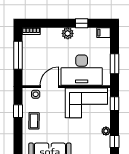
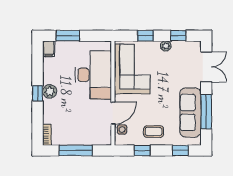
window: (82, 23) -> (38, 93), moved
window: (115, 64) -> (68, 36), moved
door: (49, 87) -> (113, 113), swing flipped
window: (115, 104) -> (145, 36), moved
window: (18, 143) -> (180, 150), added

